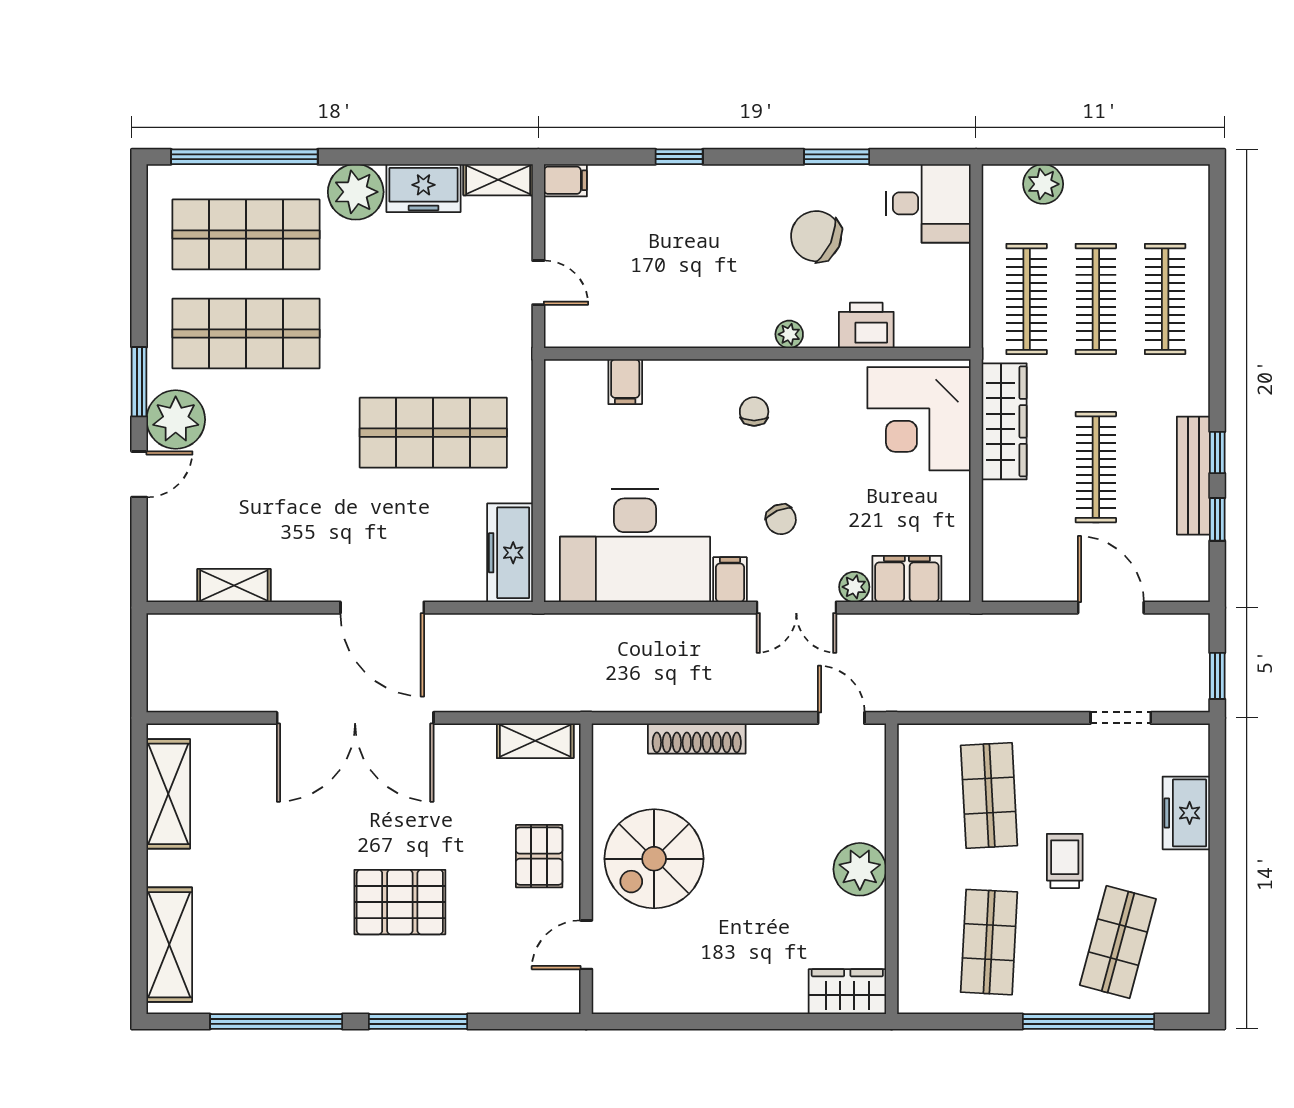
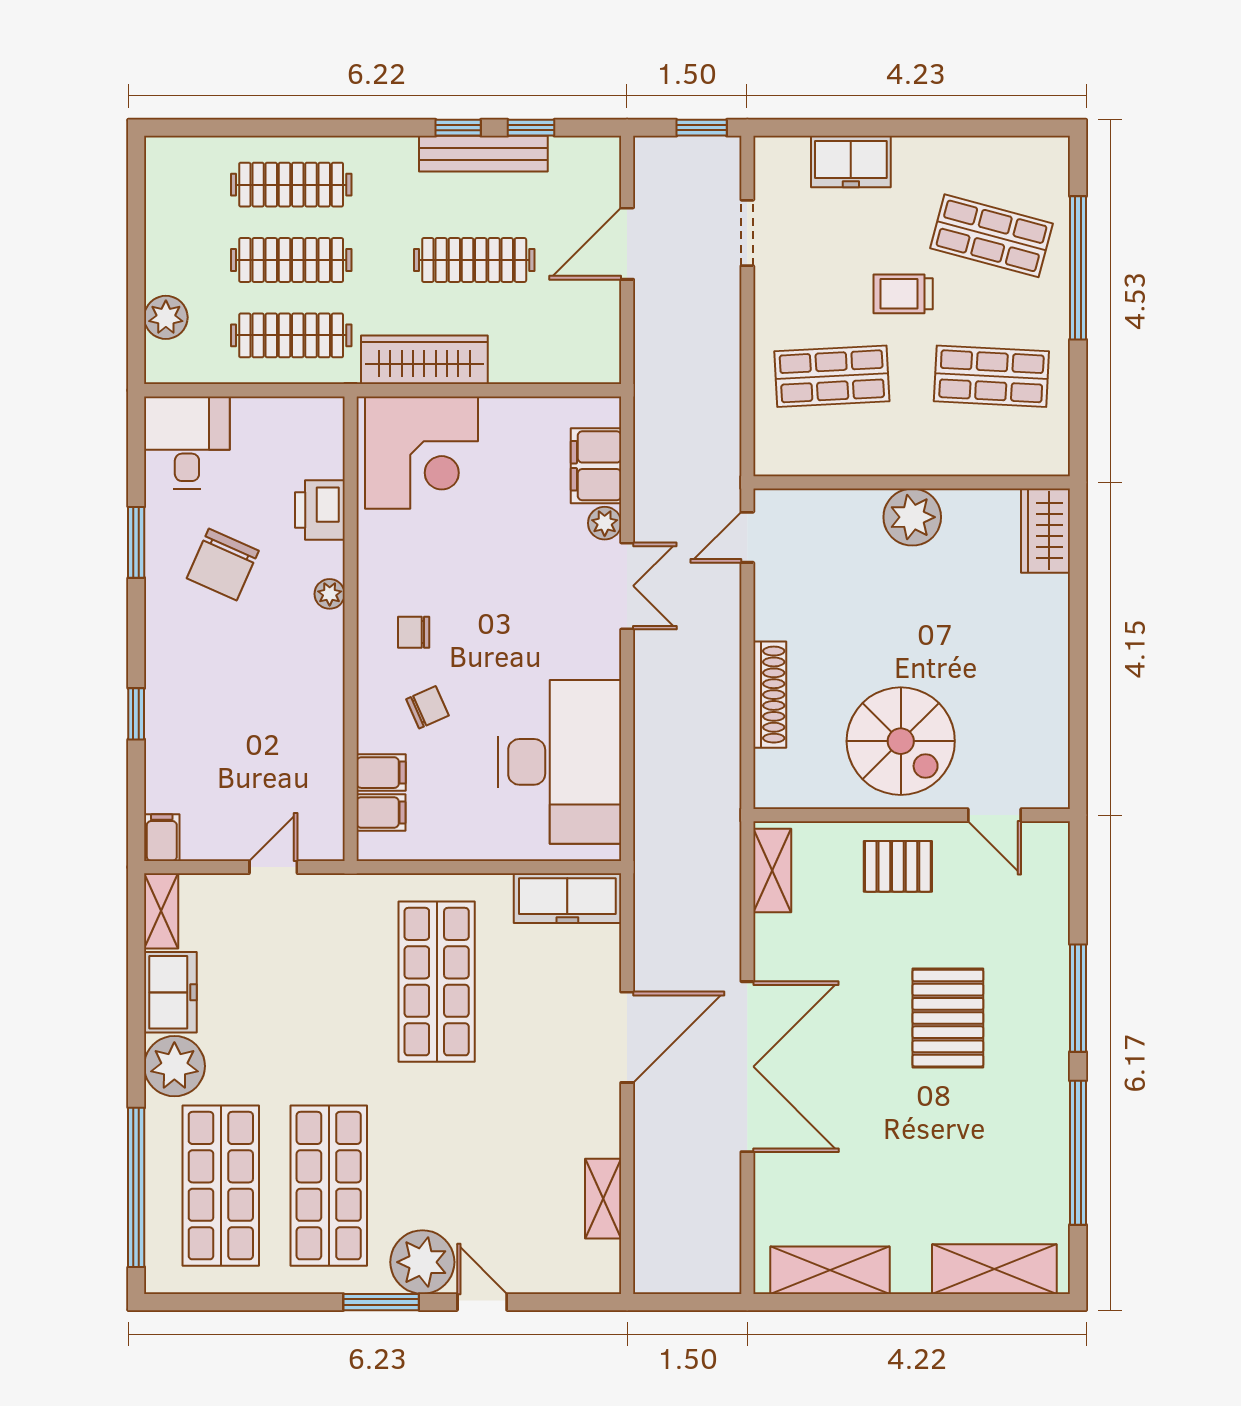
chair: (781, 519) -> (427, 707), moved
filing cabinet: (730, 580) -> (381, 812), moved, turned 180

